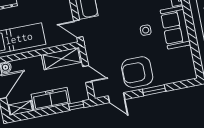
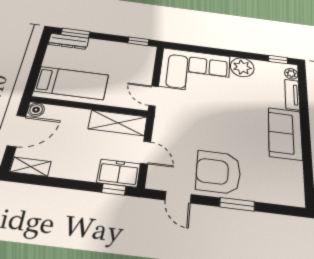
side table: (146, 30) -> (244, 124), removed
freezer: (51, 99) -> (119, 173), moved, width x0.71

